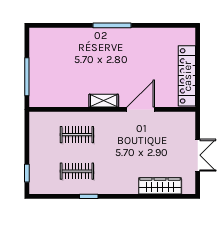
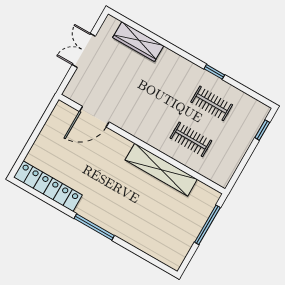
locker: (187, 76) -> (48, 186), moved, turned -90
shelving: (104, 101) -> (161, 170), width x2.20, depth x1.33
door: (141, 109) -> (94, 117), moved

